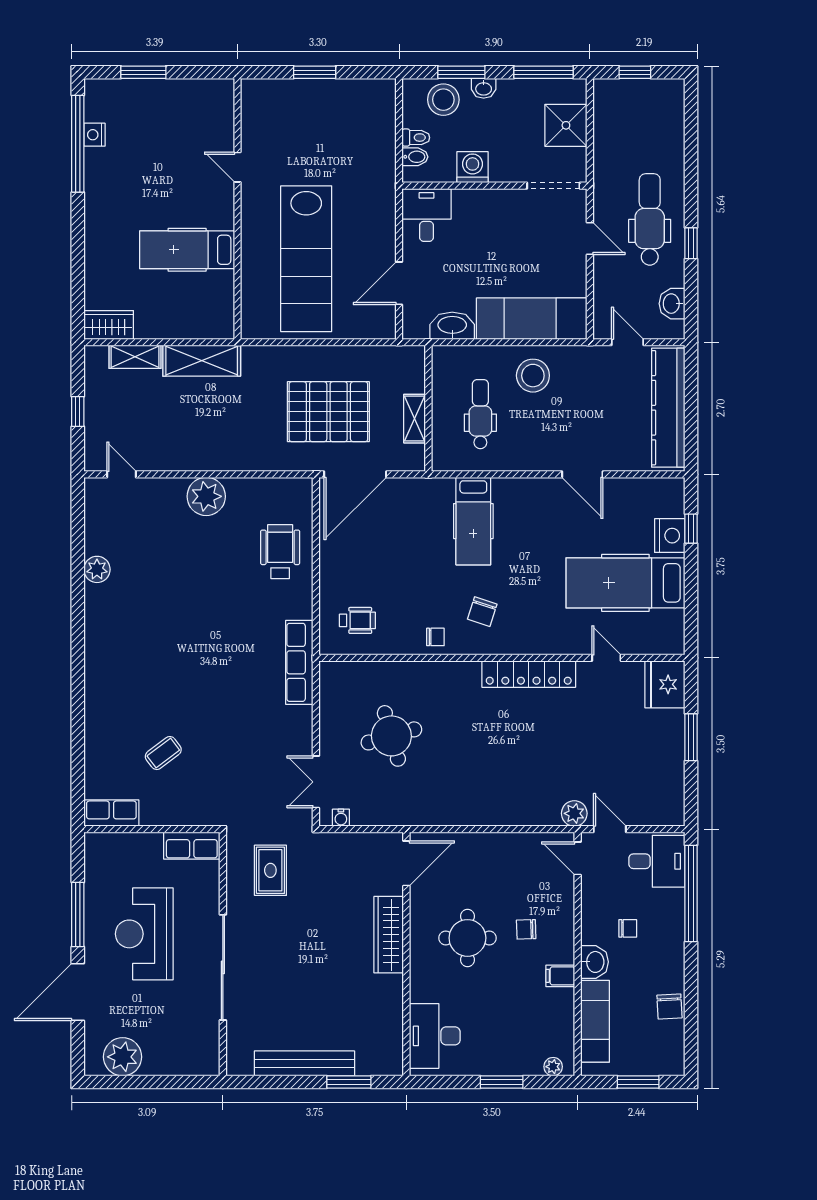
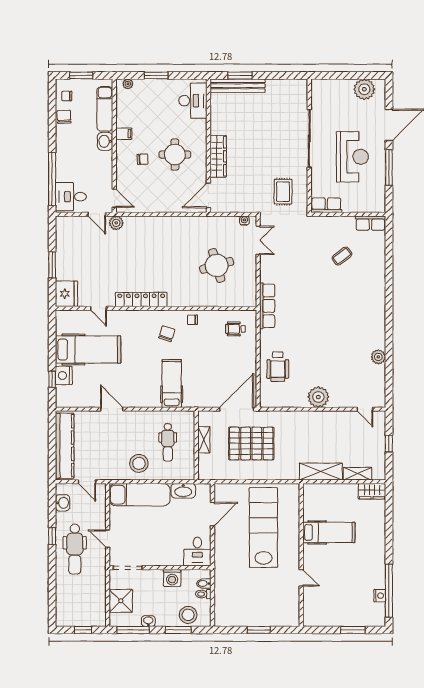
washbasin: (484, 88) -> (148, 621), moved
chair: (628, 928) -> (67, 96), moved
bench: (304, 1063) -> (238, 86), moved

